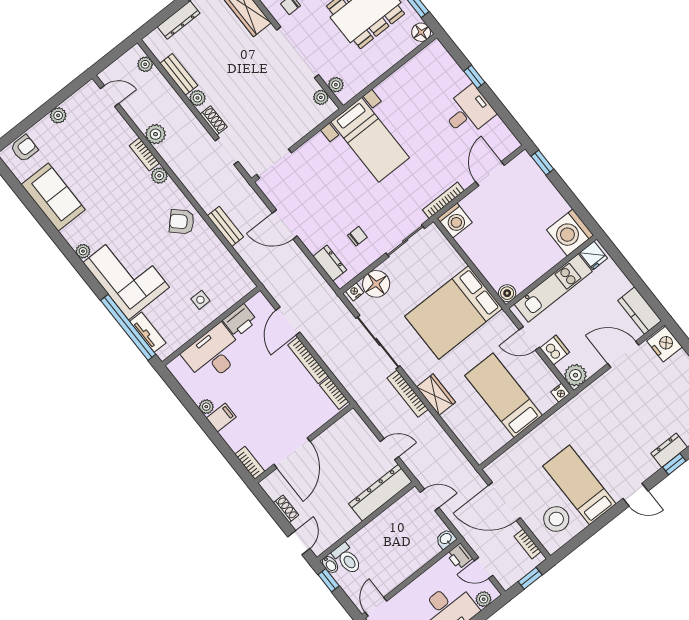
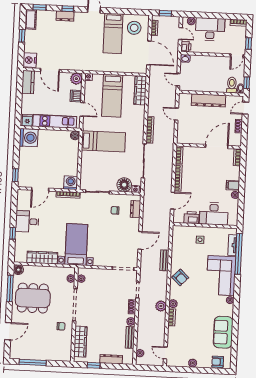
wardrobe: (402, 79) -> (42, 258), added
plant: (156, 134) -> (161, 306), moved
door: (285, 224) -> (140, 240), hinge flipped
bed: (454, 312) -> (103, 141), width x0.67
wardrobe: (436, 395) -> (140, 90), moved, width x1.50
dresser: (380, 493) -> (209, 100), moved

